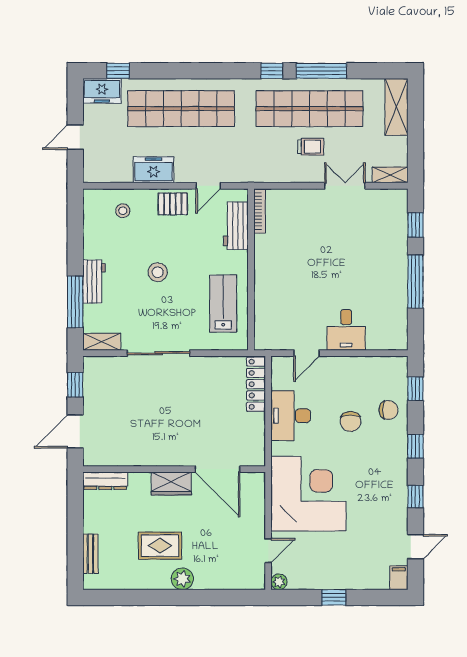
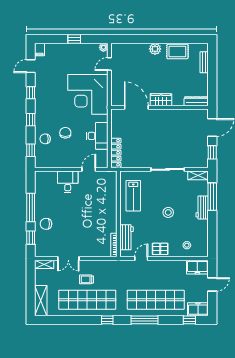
window: (321, 71) -> (145, 320), moved
freezer: (154, 170) -> (197, 267), moved
chair: (387, 251) -> (46, 224), added
rug: (160, 546) -> (177, 51), moved

